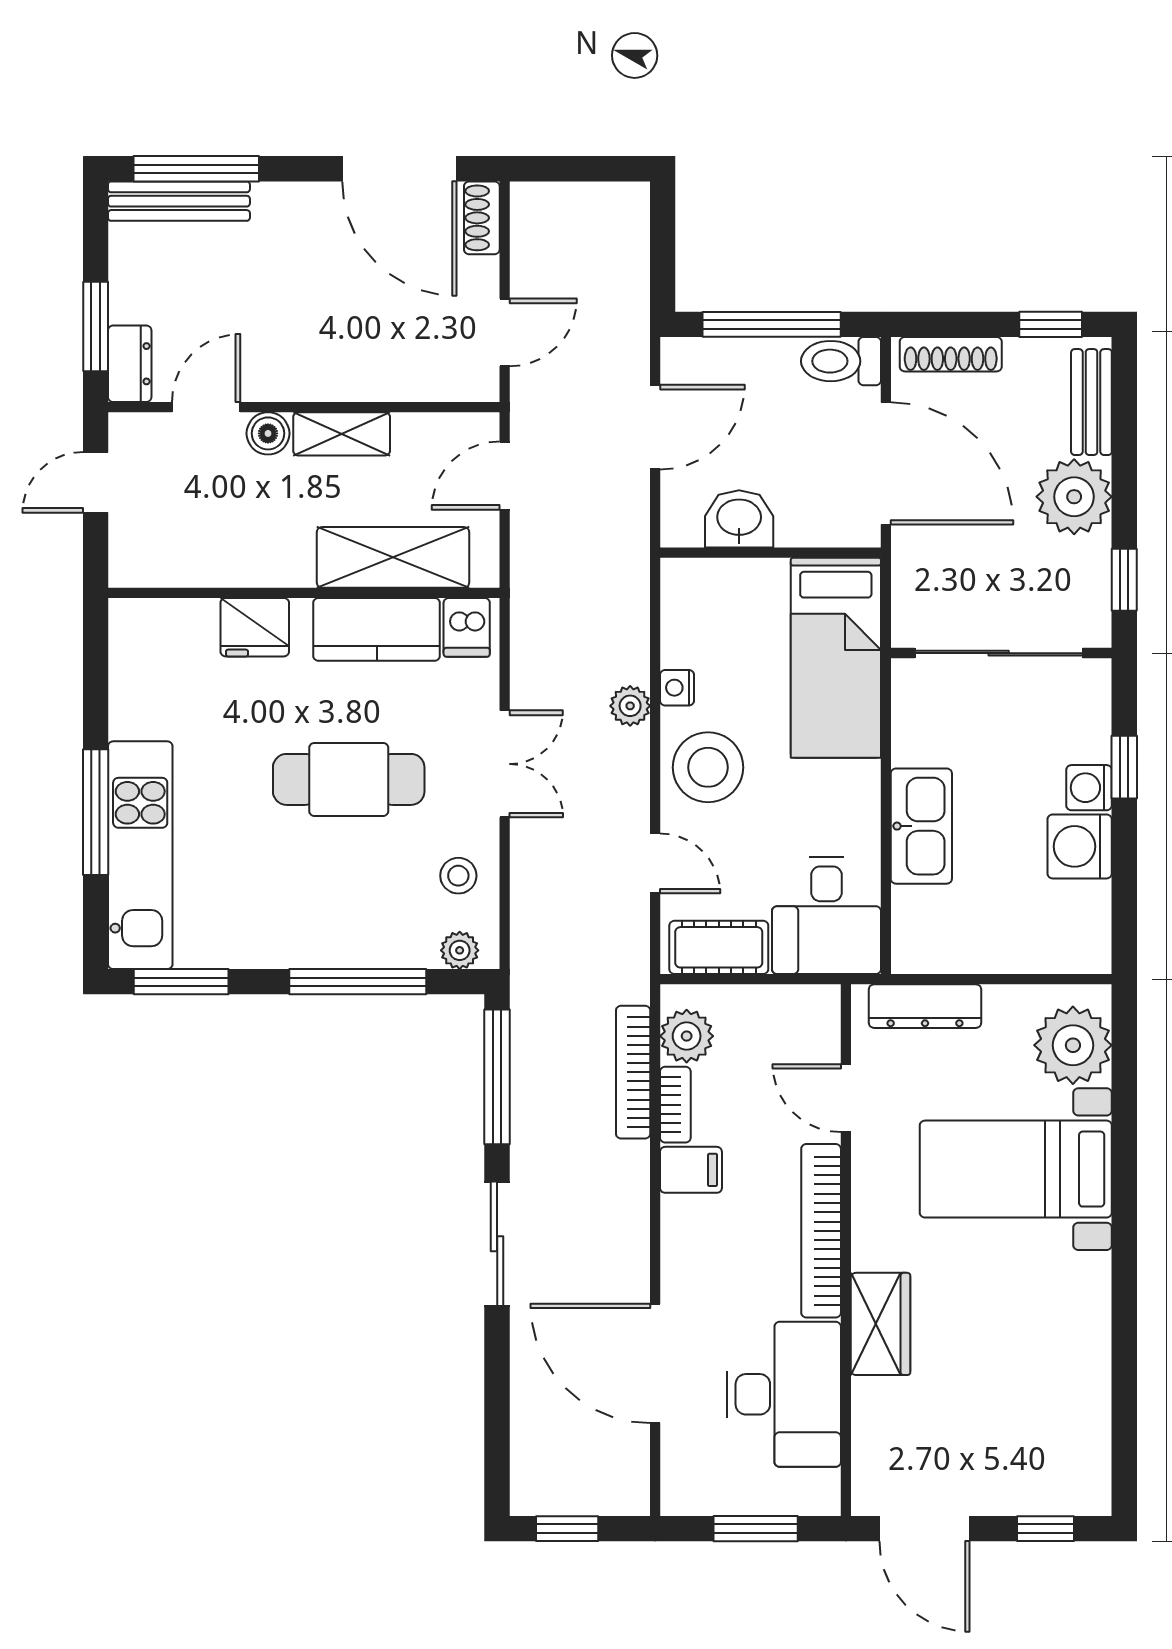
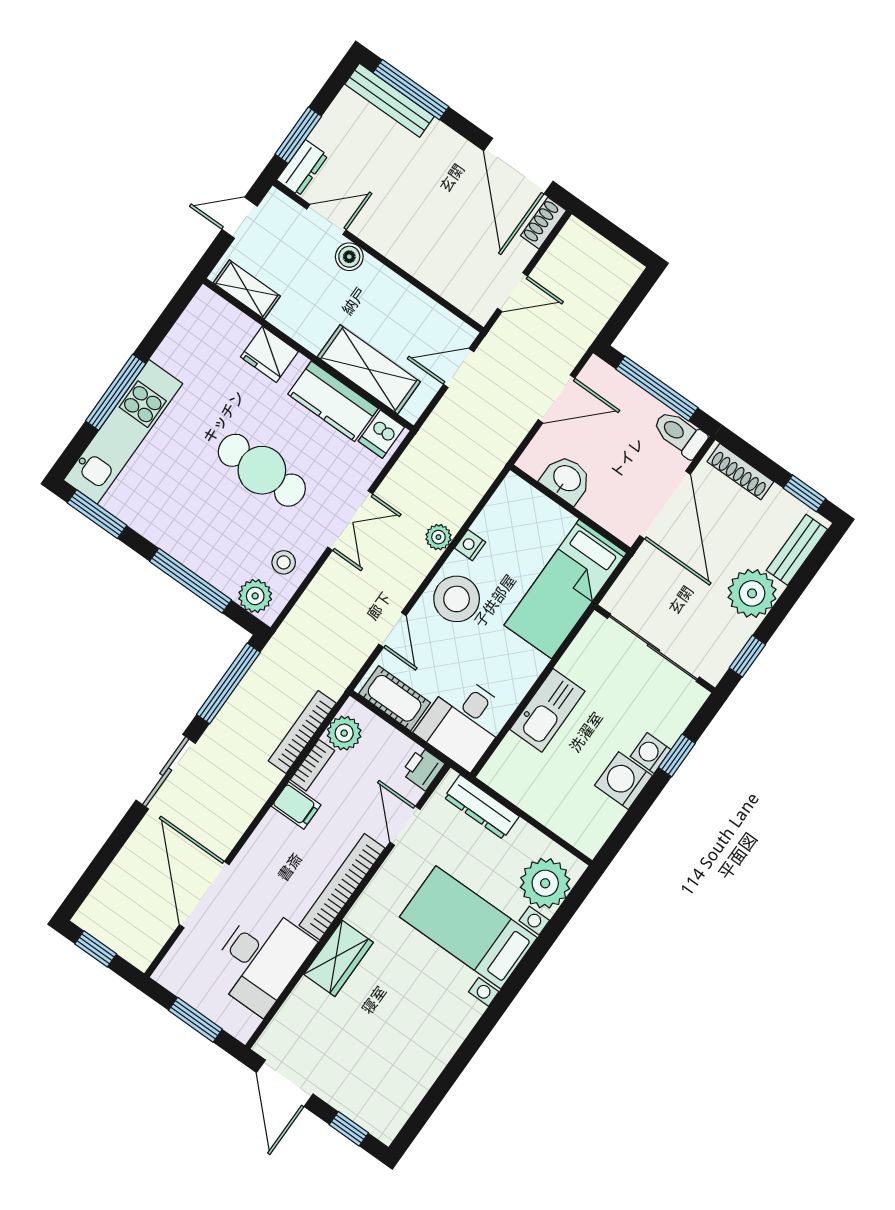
shelving: (342, 434) -> (247, 289), moved
plant: (460, 950) -> (255, 596), width x1.38, depth x1.38
printer: (817, 1010) -> (423, 769), added

